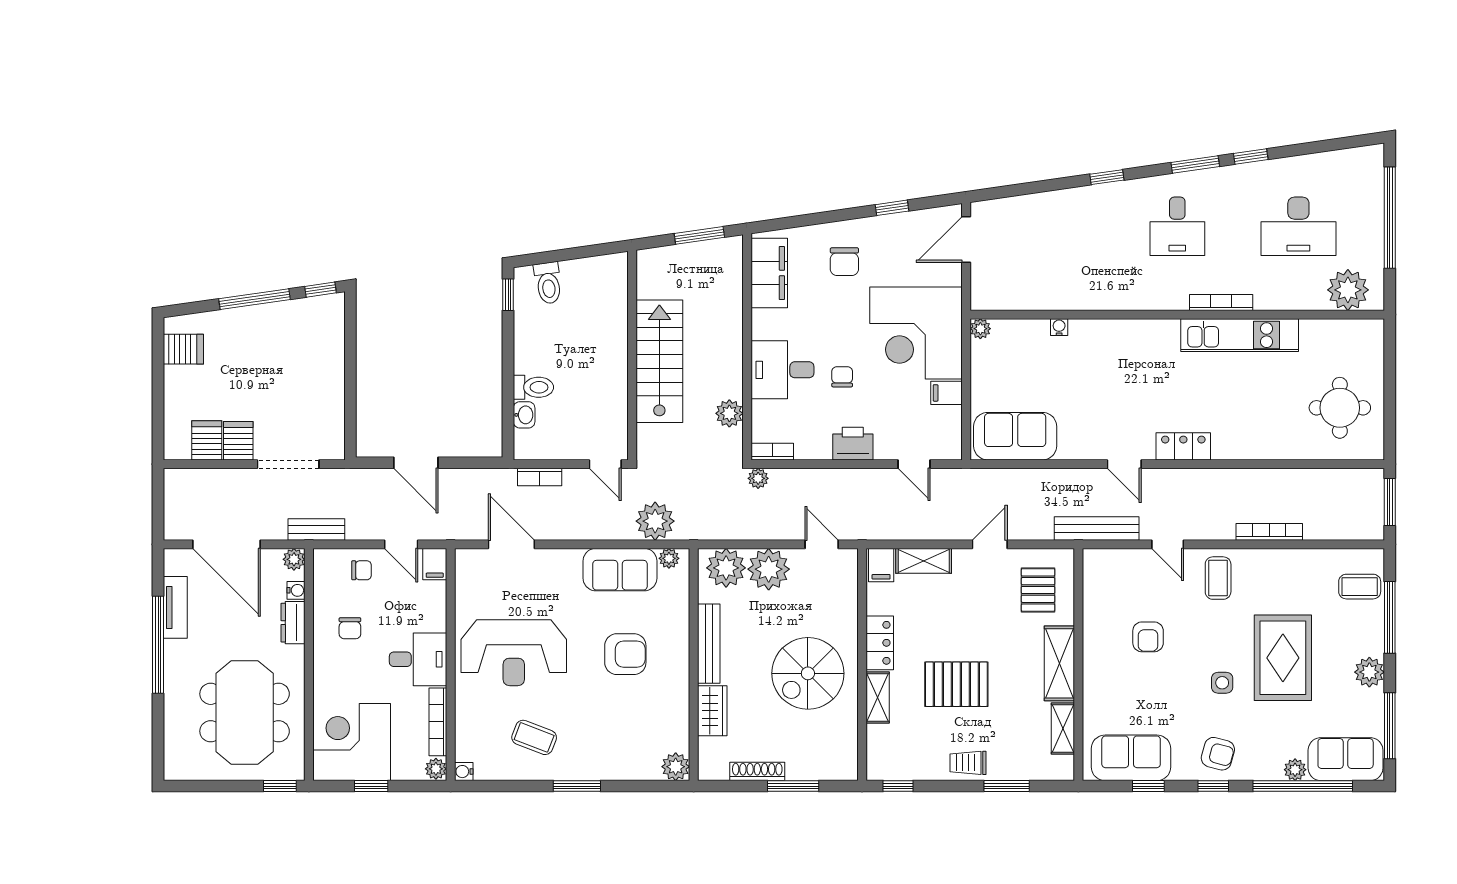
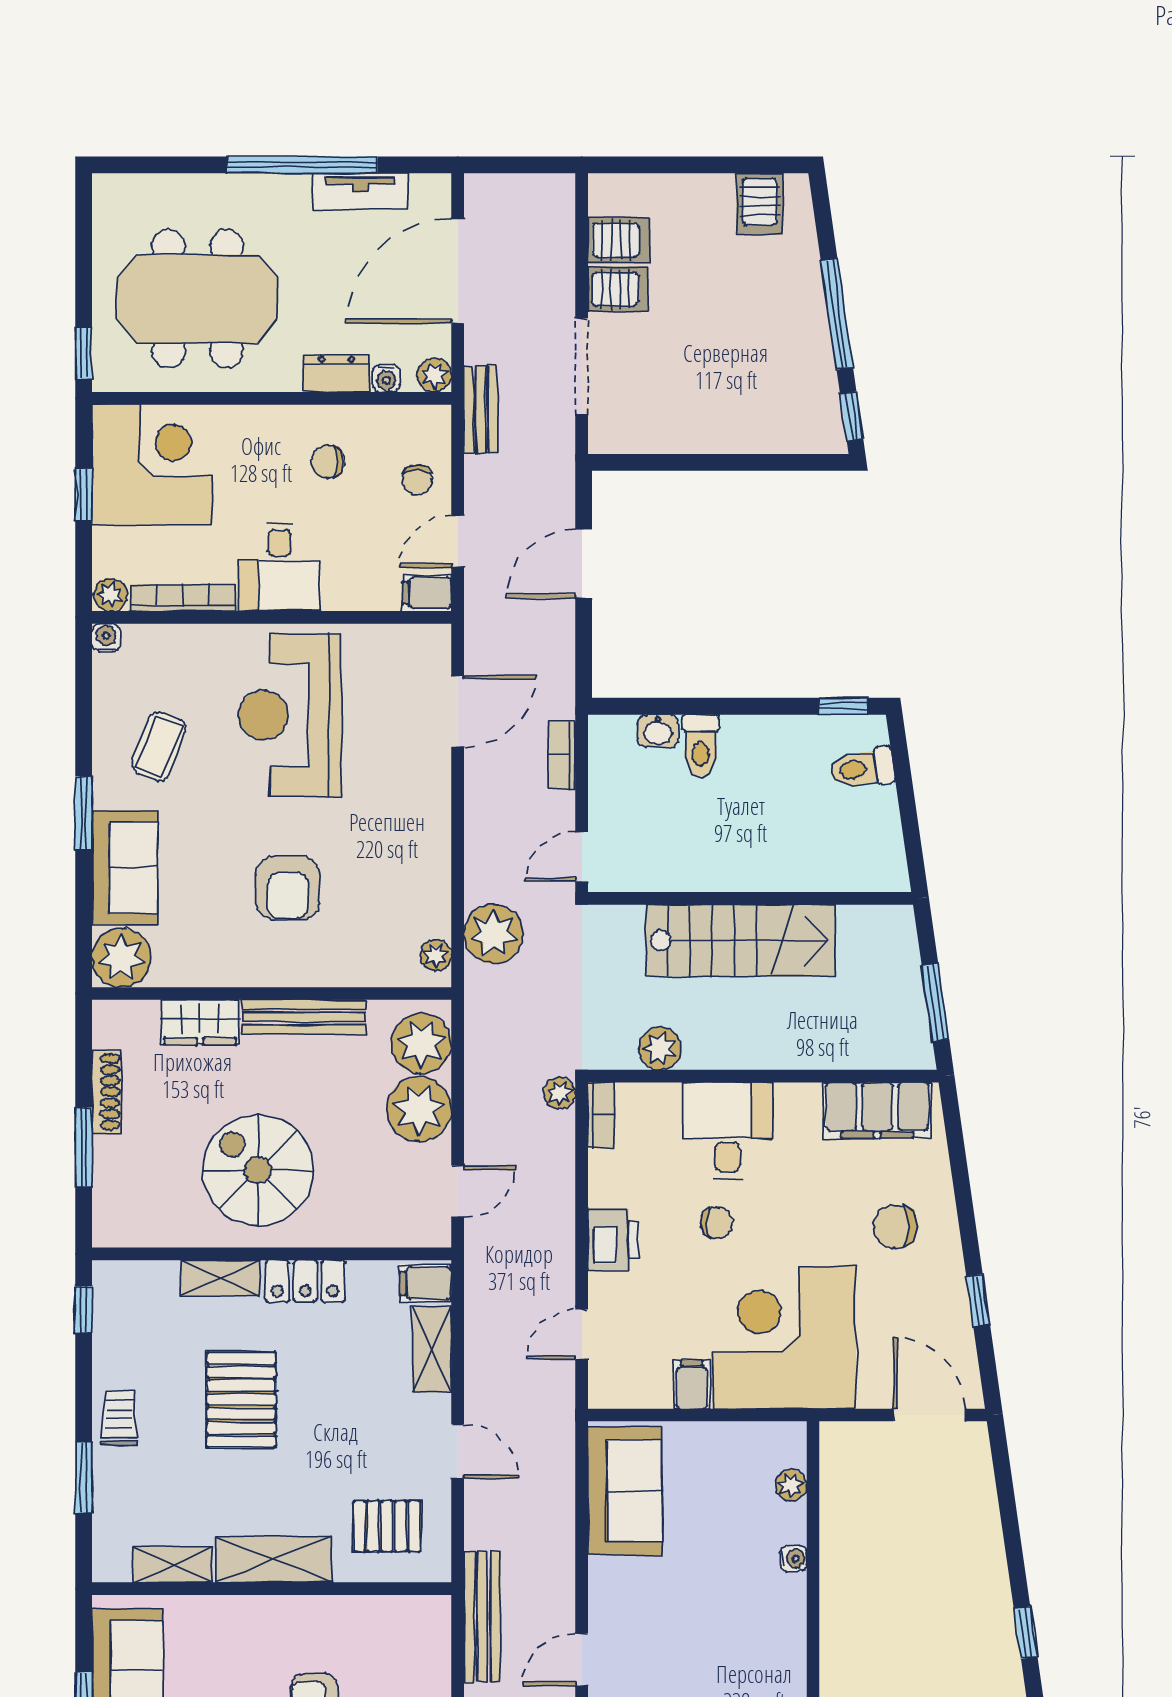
plant: (980, 329) -> (791, 1485), moved
sofa: (620, 570) -> (125, 868), moved, turned 180
plant: (676, 767) -> (121, 958), width x1.36, depth x1.36

